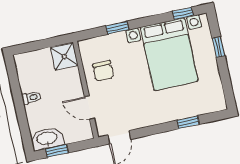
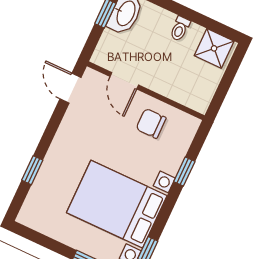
shower: (64, 56) -> (214, 48), moved
door: (89, 108) -> (124, 81), swing flipped

